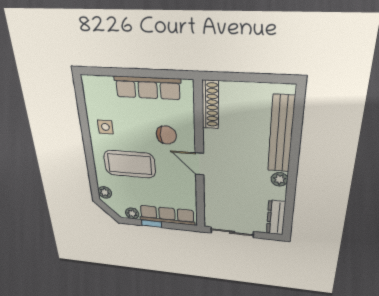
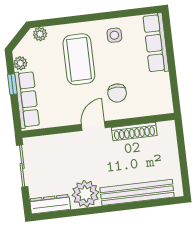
row of seats: (148, 88) -> (156, 43), moved
shoe rack: (210, 105) -> (134, 131), moved
plant: (280, 179) -> (85, 194), width x1.87, depth x1.87

